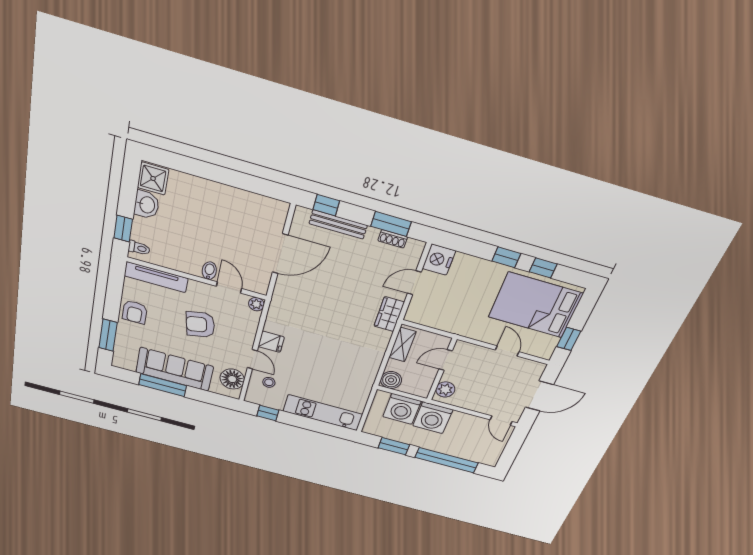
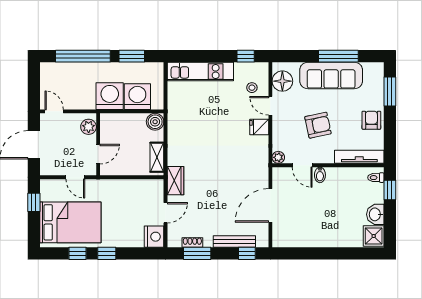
door: (446, 360) -> (98, 154), moved
wall: (442, 370) -> (98, 144), moved
plant: (445, 389) -> (89, 127), moved

